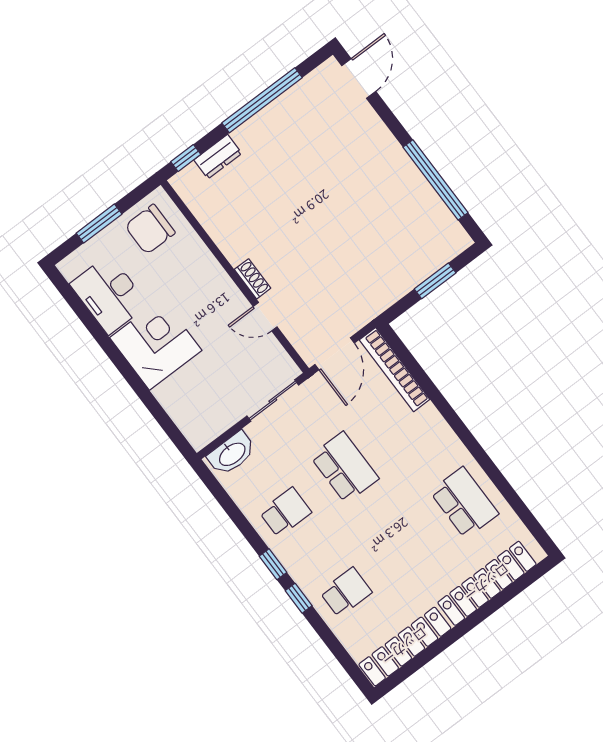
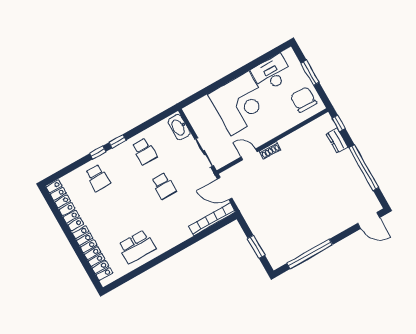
door: (265, 317) -> (249, 154), hinge flipped
corner desk: (156, 344) -> (240, 103), width x1.36, depth x1.36
school desk: (345, 467) -> (164, 186), width x0.54

